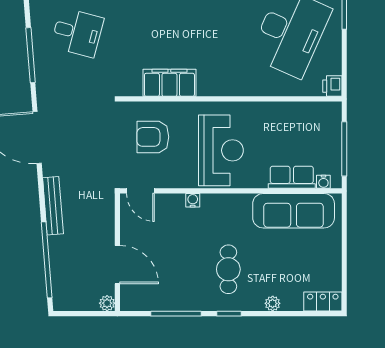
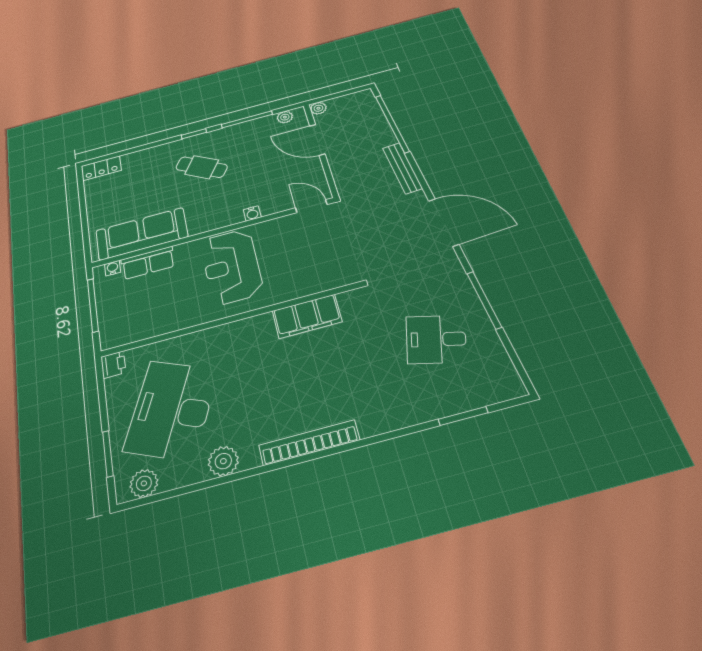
armchair: (153, 137) -> (312, 258), removed
cafe table: (228, 269) -> (202, 167), turned -58
plant: (273, 303) -> (285, 117), moved

